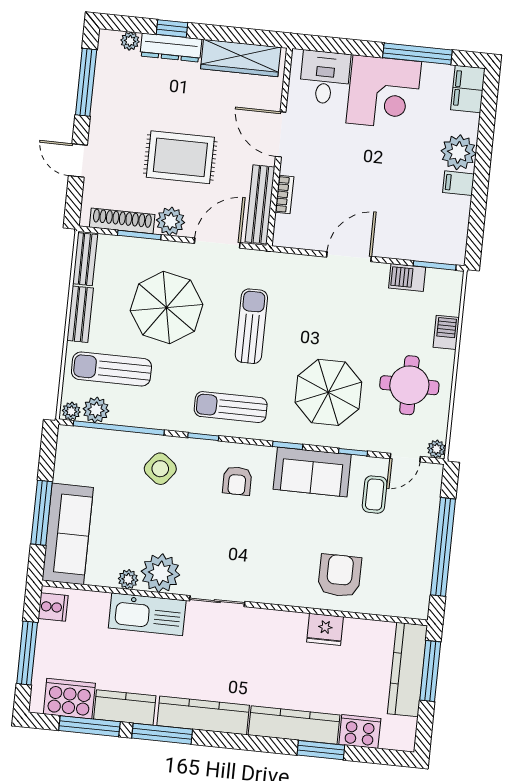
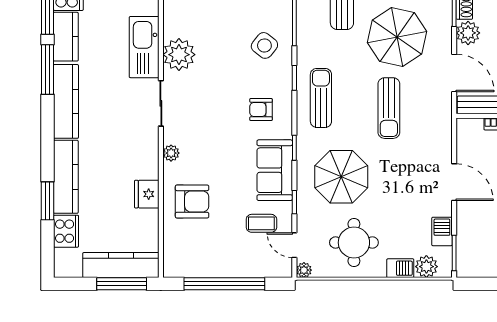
plant: (447, 301) -> (426, 267), added
sun lounger: (251, 326) -> (389, 108), turned 90
plant: (128, 579) -> (171, 153), moved

